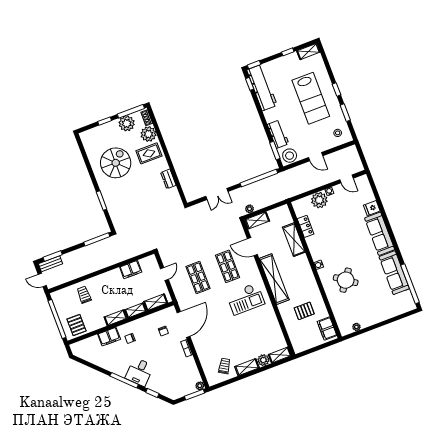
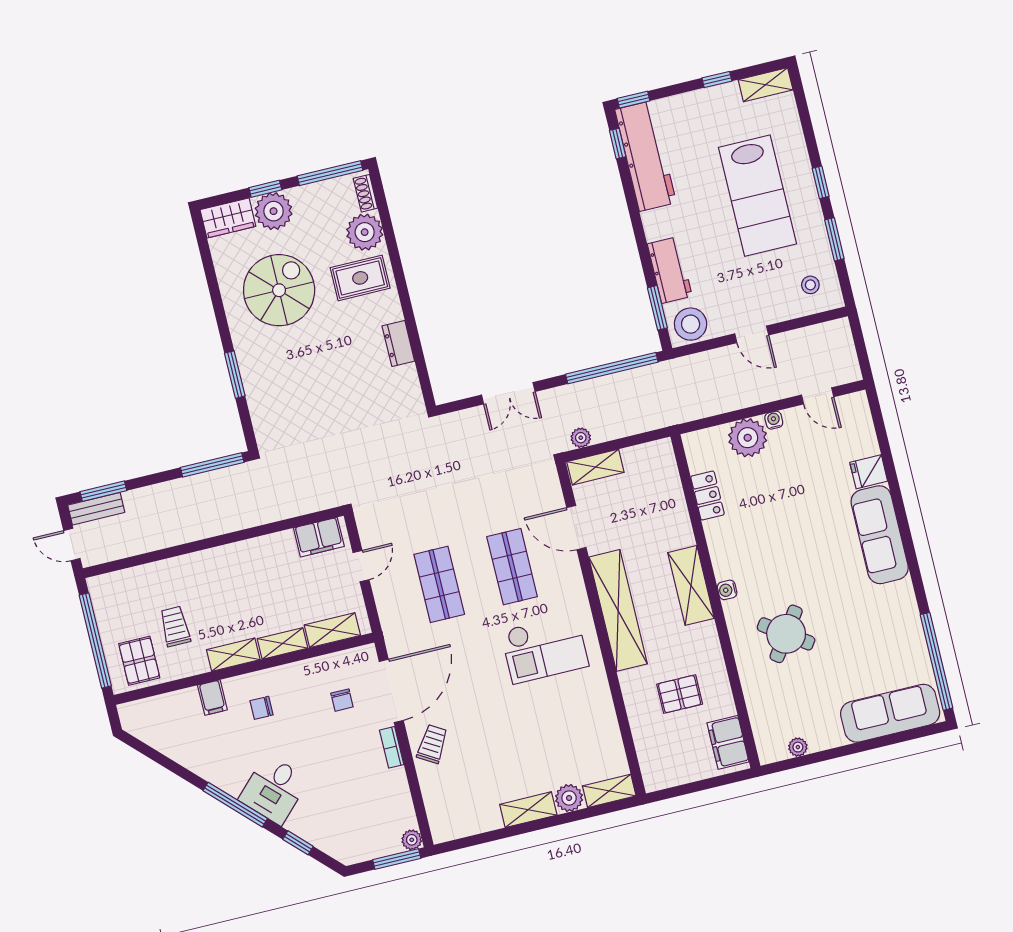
plant: (127, 123) -> (274, 211), moved
wardrobe: (91, 135) -> (228, 218), added
shelving: (294, 240) -> (691, 585), moved
filing cabinet: (131, 270) -> (319, 537), moved
sofa: (394, 273) -> (890, 713), moved, turned 90
trolley: (84, 295) -> (175, 626), moved
filing cabinet: (109, 337) -> (212, 698), width x0.50
trolley: (224, 366) -> (432, 744), moved

